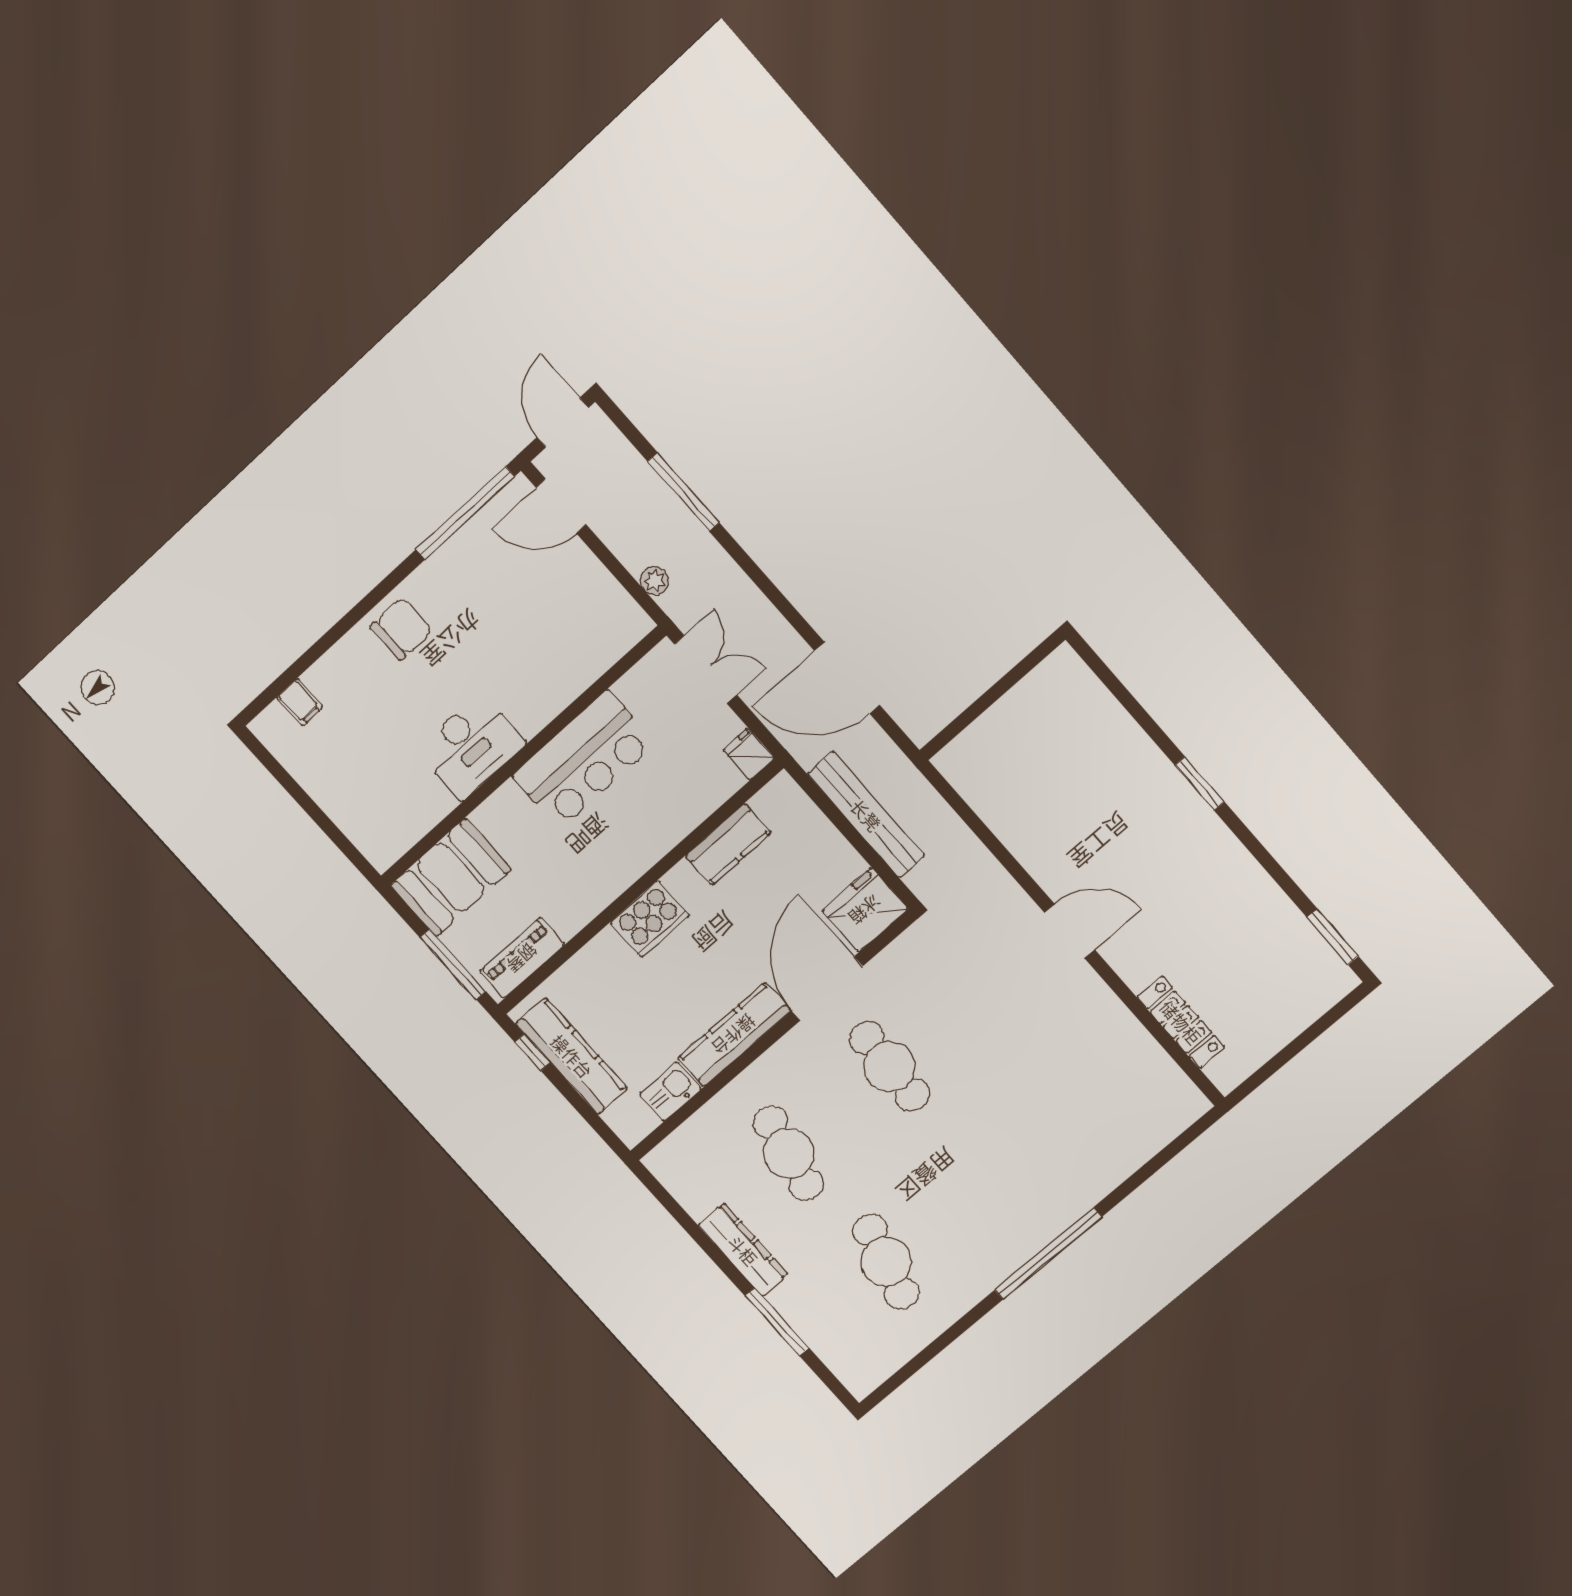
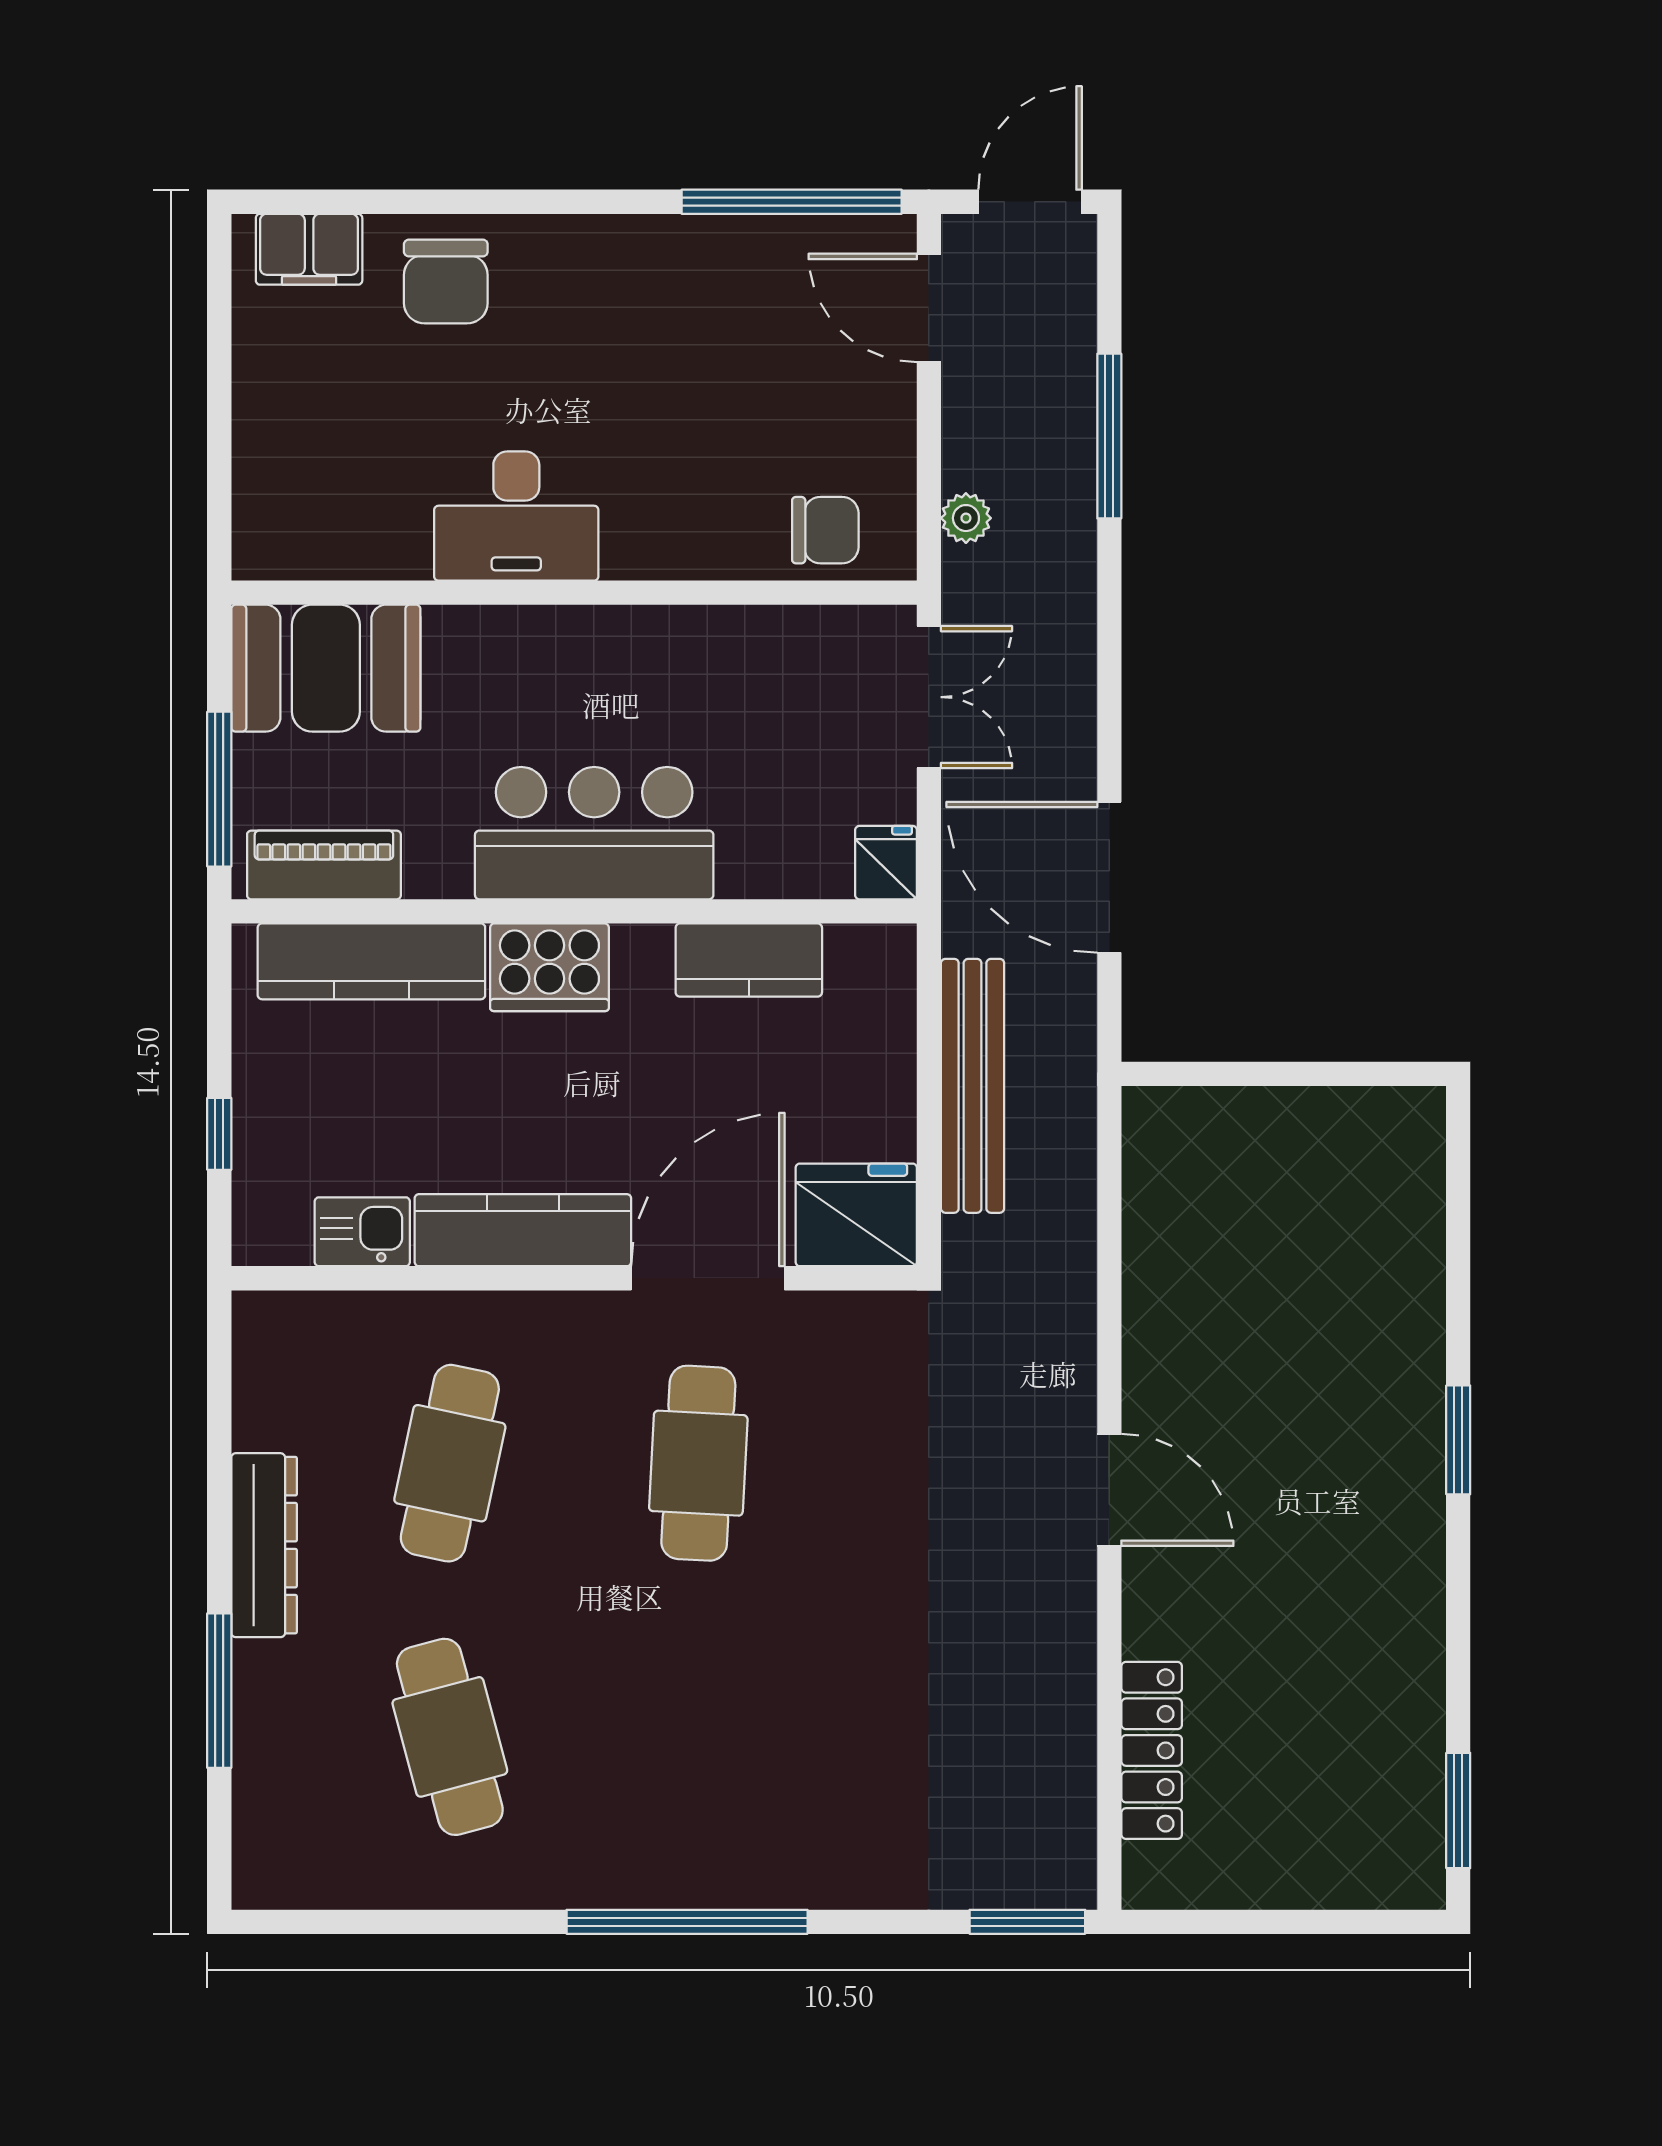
chair: (401, 629) -> (446, 281), moved, turned 90
chair: (601, 638) -> (825, 530), added
filing cabinet: (300, 702) -> (309, 249), width x2.00
bar counter: (584, 760) -> (594, 833), moved, turned 180
window: (533, 1052) -> (219, 1134), moved
kitchen counter: (572, 1056) -> (371, 961), moved, turned 90
window: (1189, 1135) -> (1027, 1922), added
cafe table: (886, 1262) -> (450, 1737), turned -30

